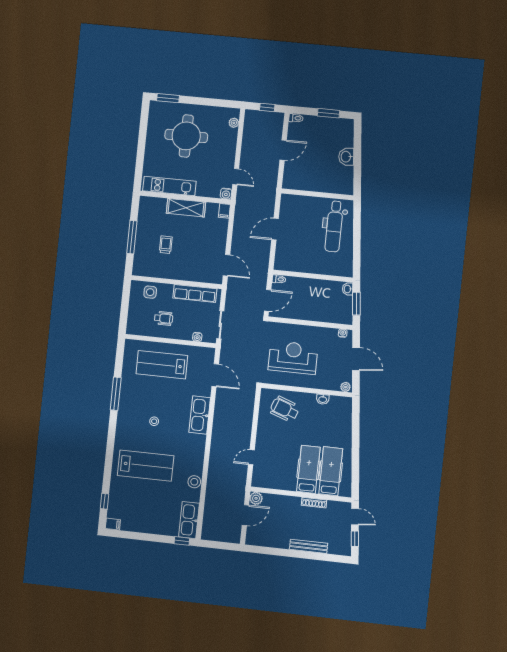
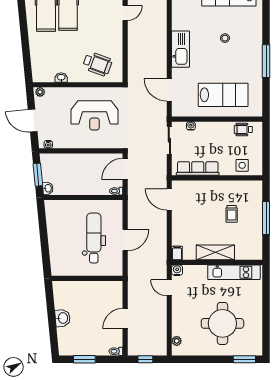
dental chair: (334, 226) -> (94, 238), moved
wheelchair: (164, 318) -> (243, 129), moved

